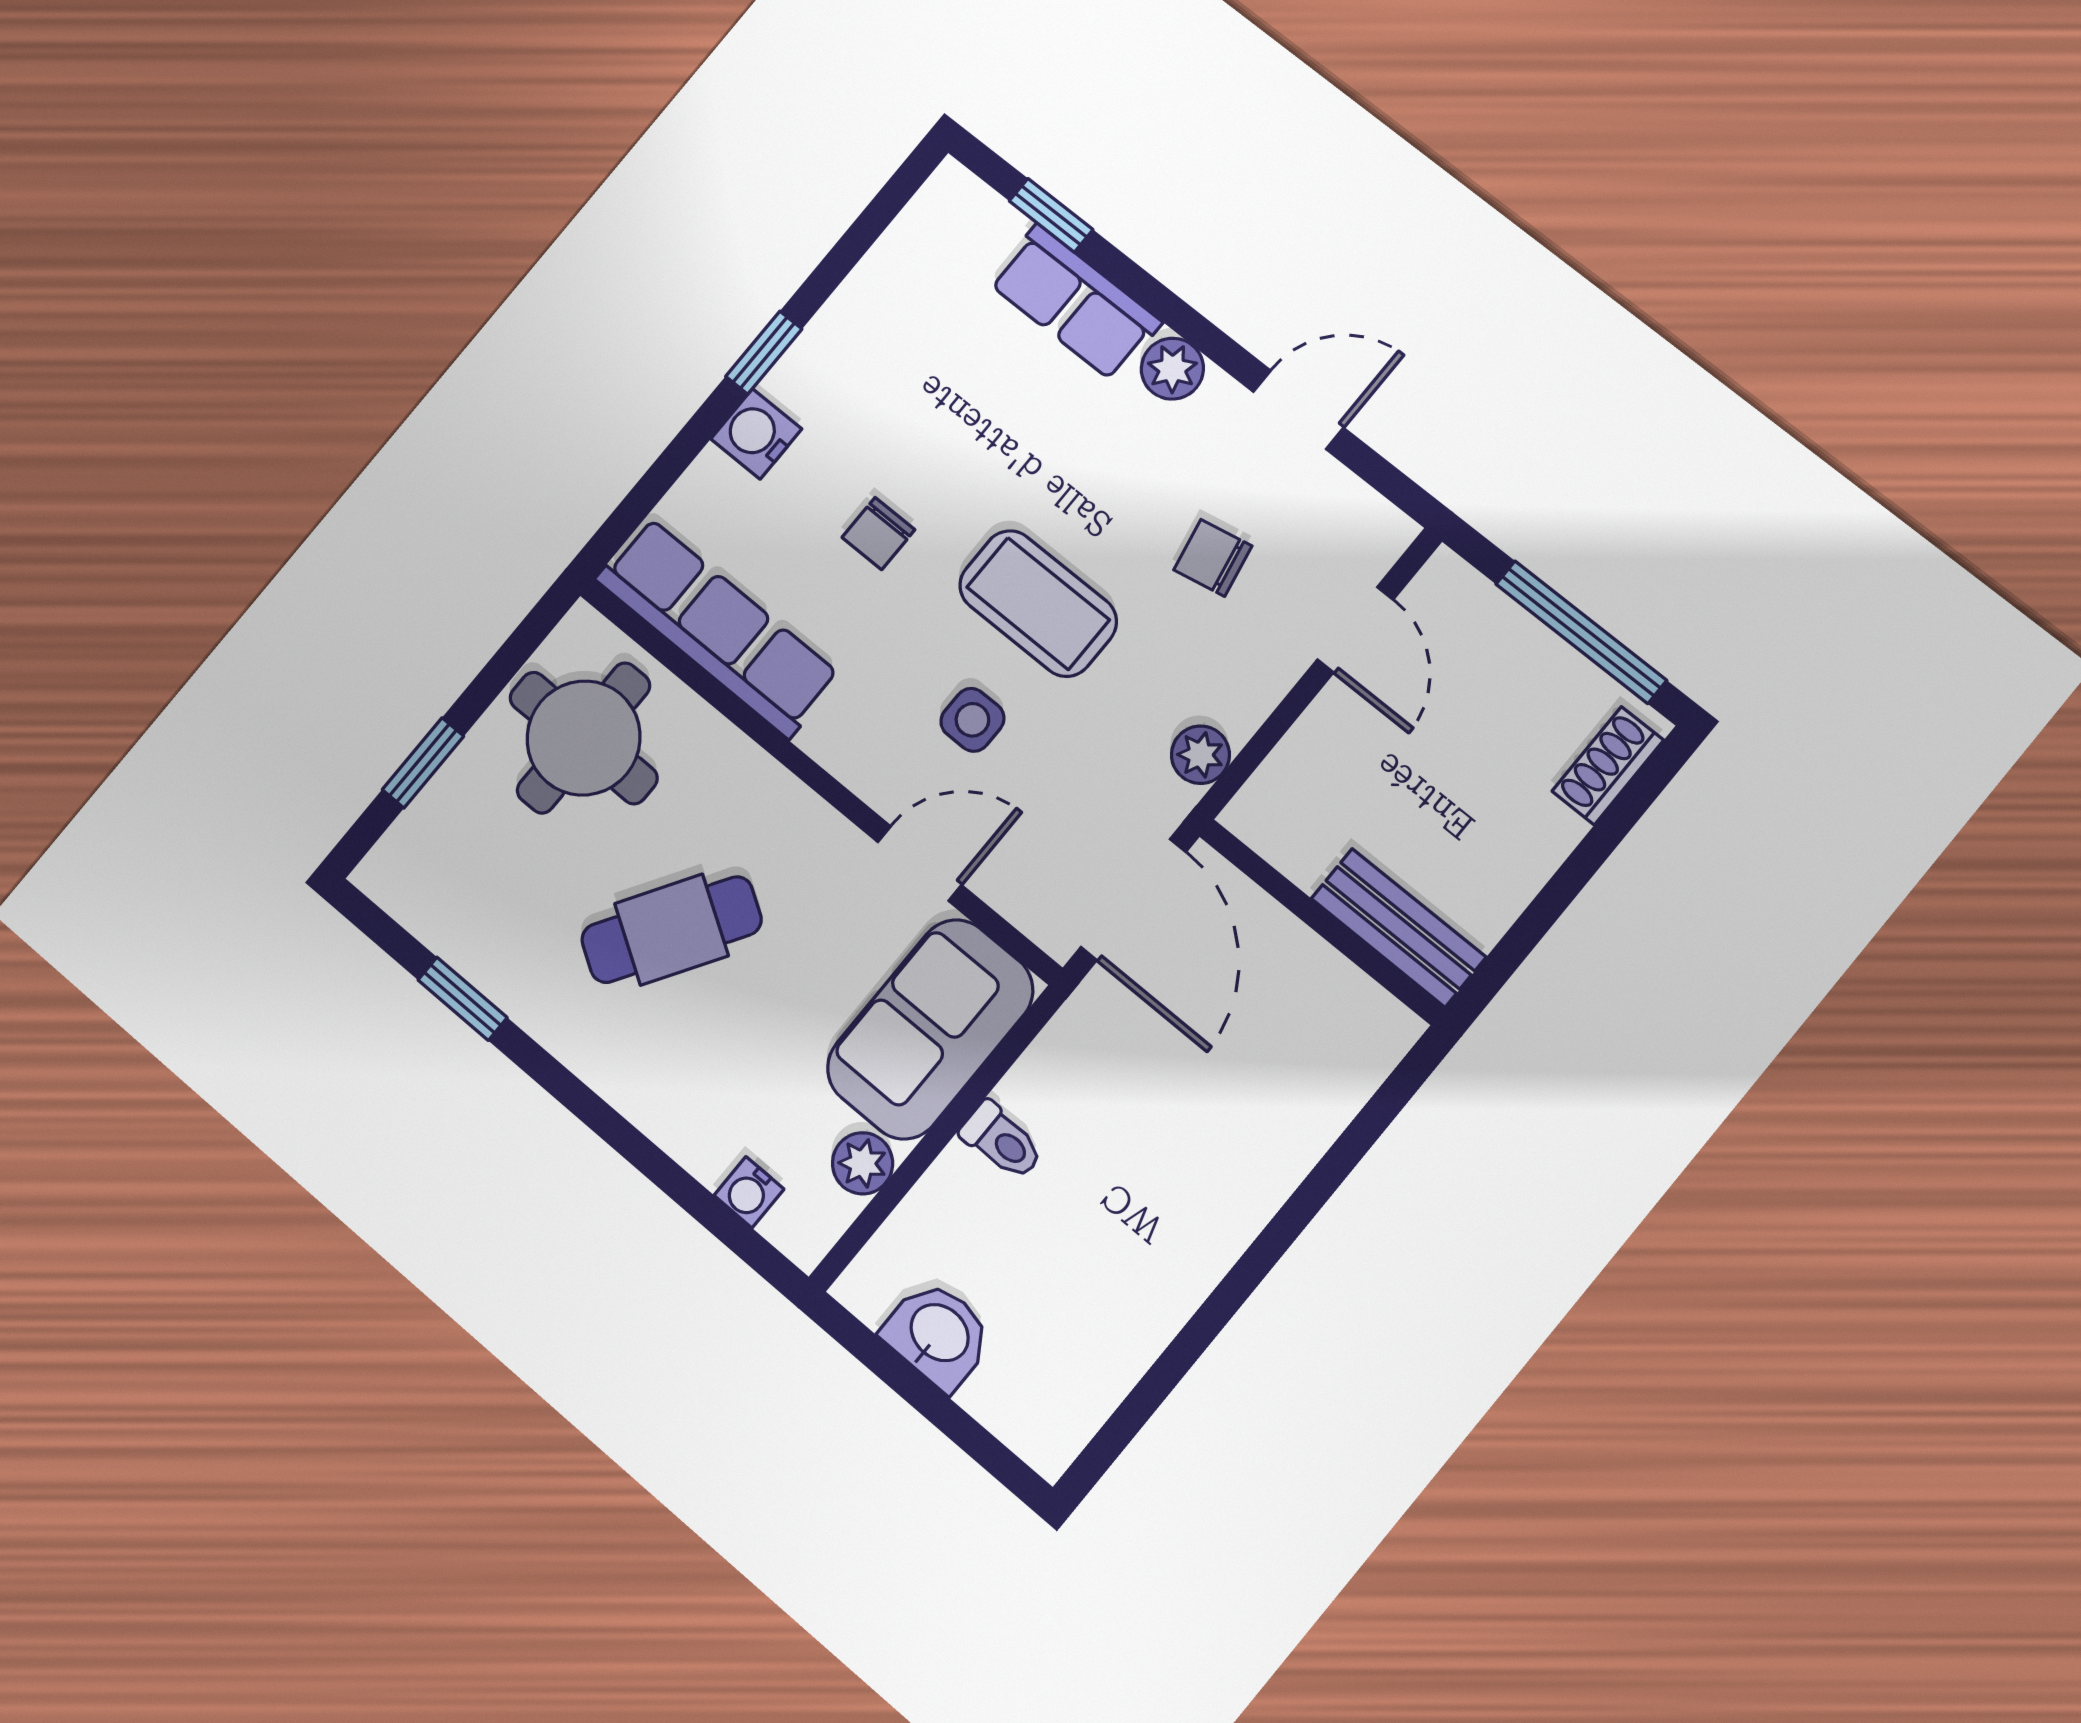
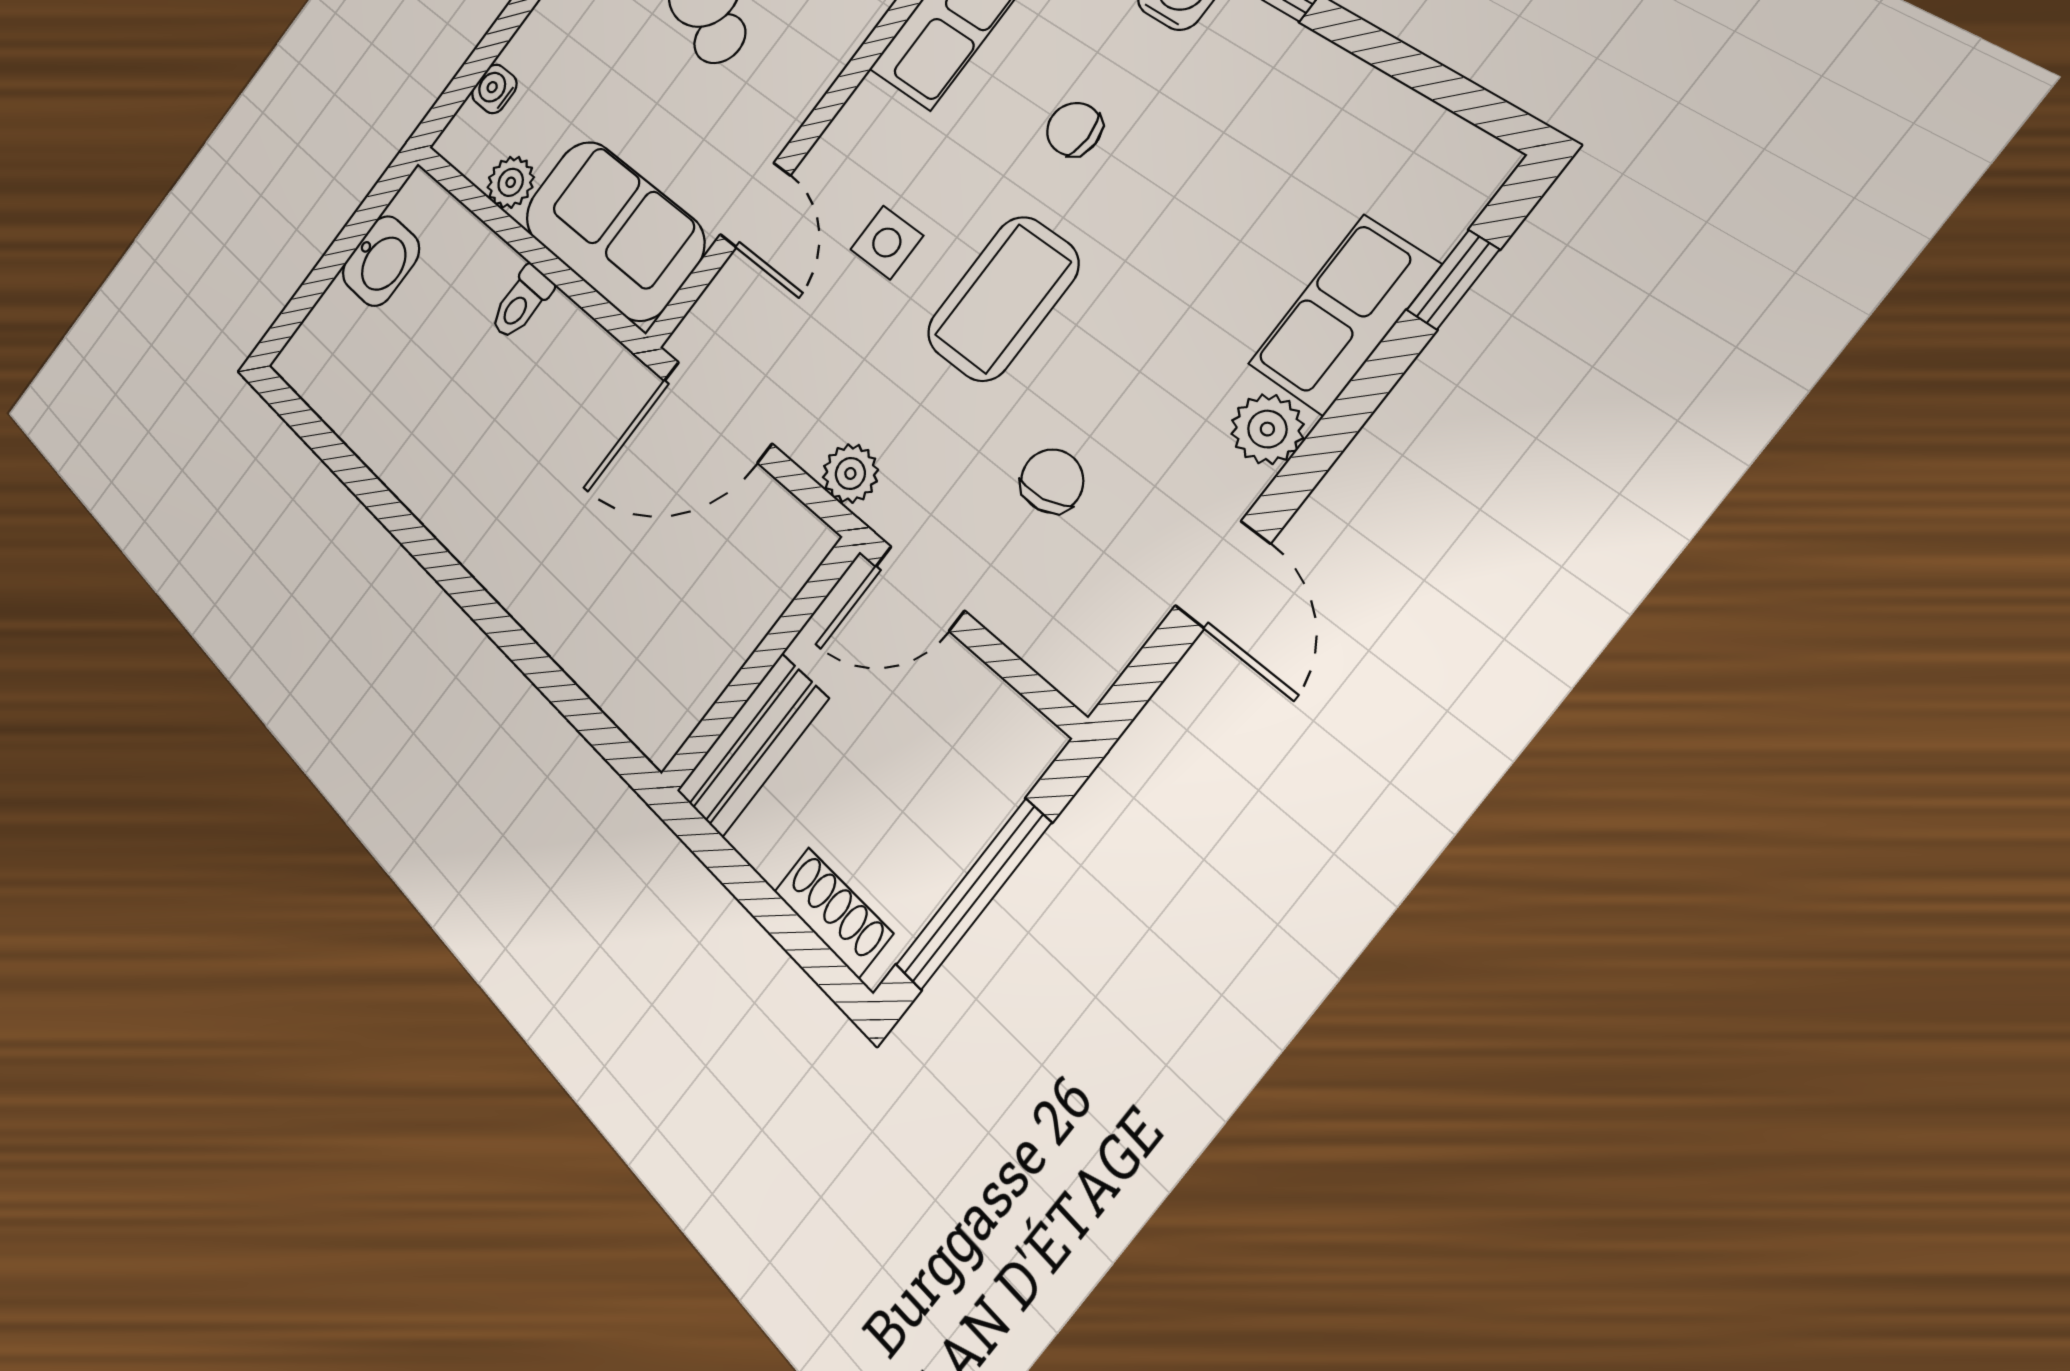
door: (1355, 630) -> (920, 588), moved
wall: (1322, 922) -> (760, 664), moved
bench: (1398, 928) -> (752, 745), moved

